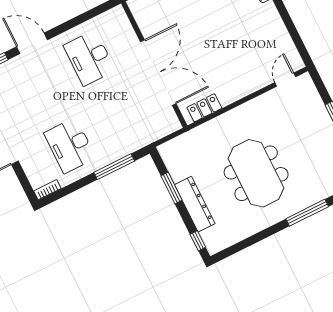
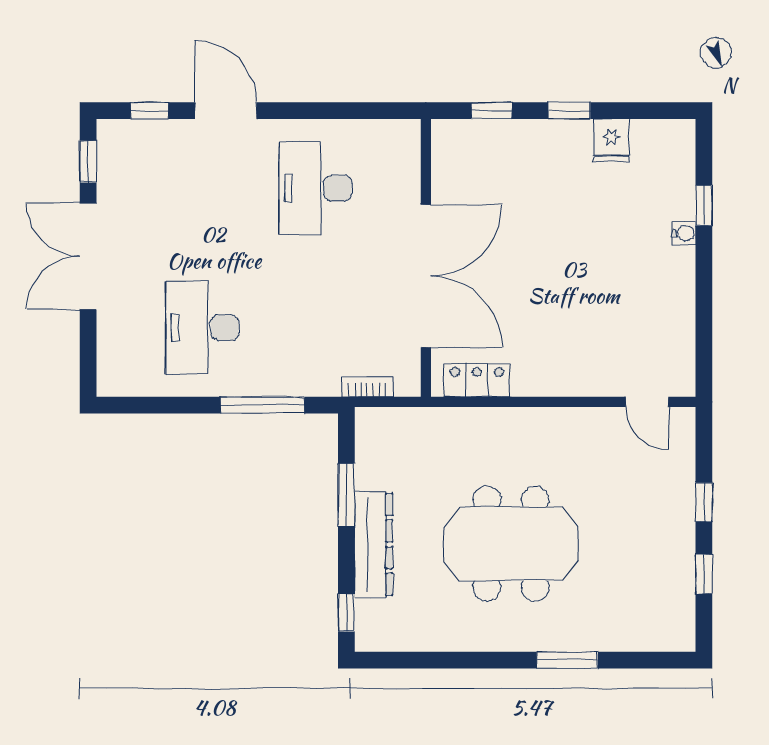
door: (285, 80) -> (647, 402), swing flipped
meeting table: (256, 173) -> (511, 544), turned 90
bookcase: (47, 190) -> (367, 387), moved
window: (307, 213) -> (567, 660), width x0.69

